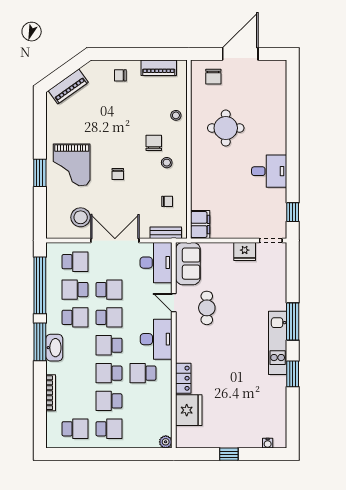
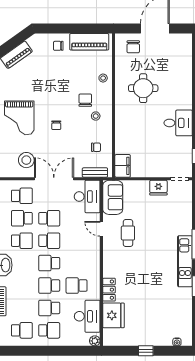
piano: (159, 68) -> (89, 42), width x1.37, depth x1.33
desk: (156, 339) -> (87, 316), moved

